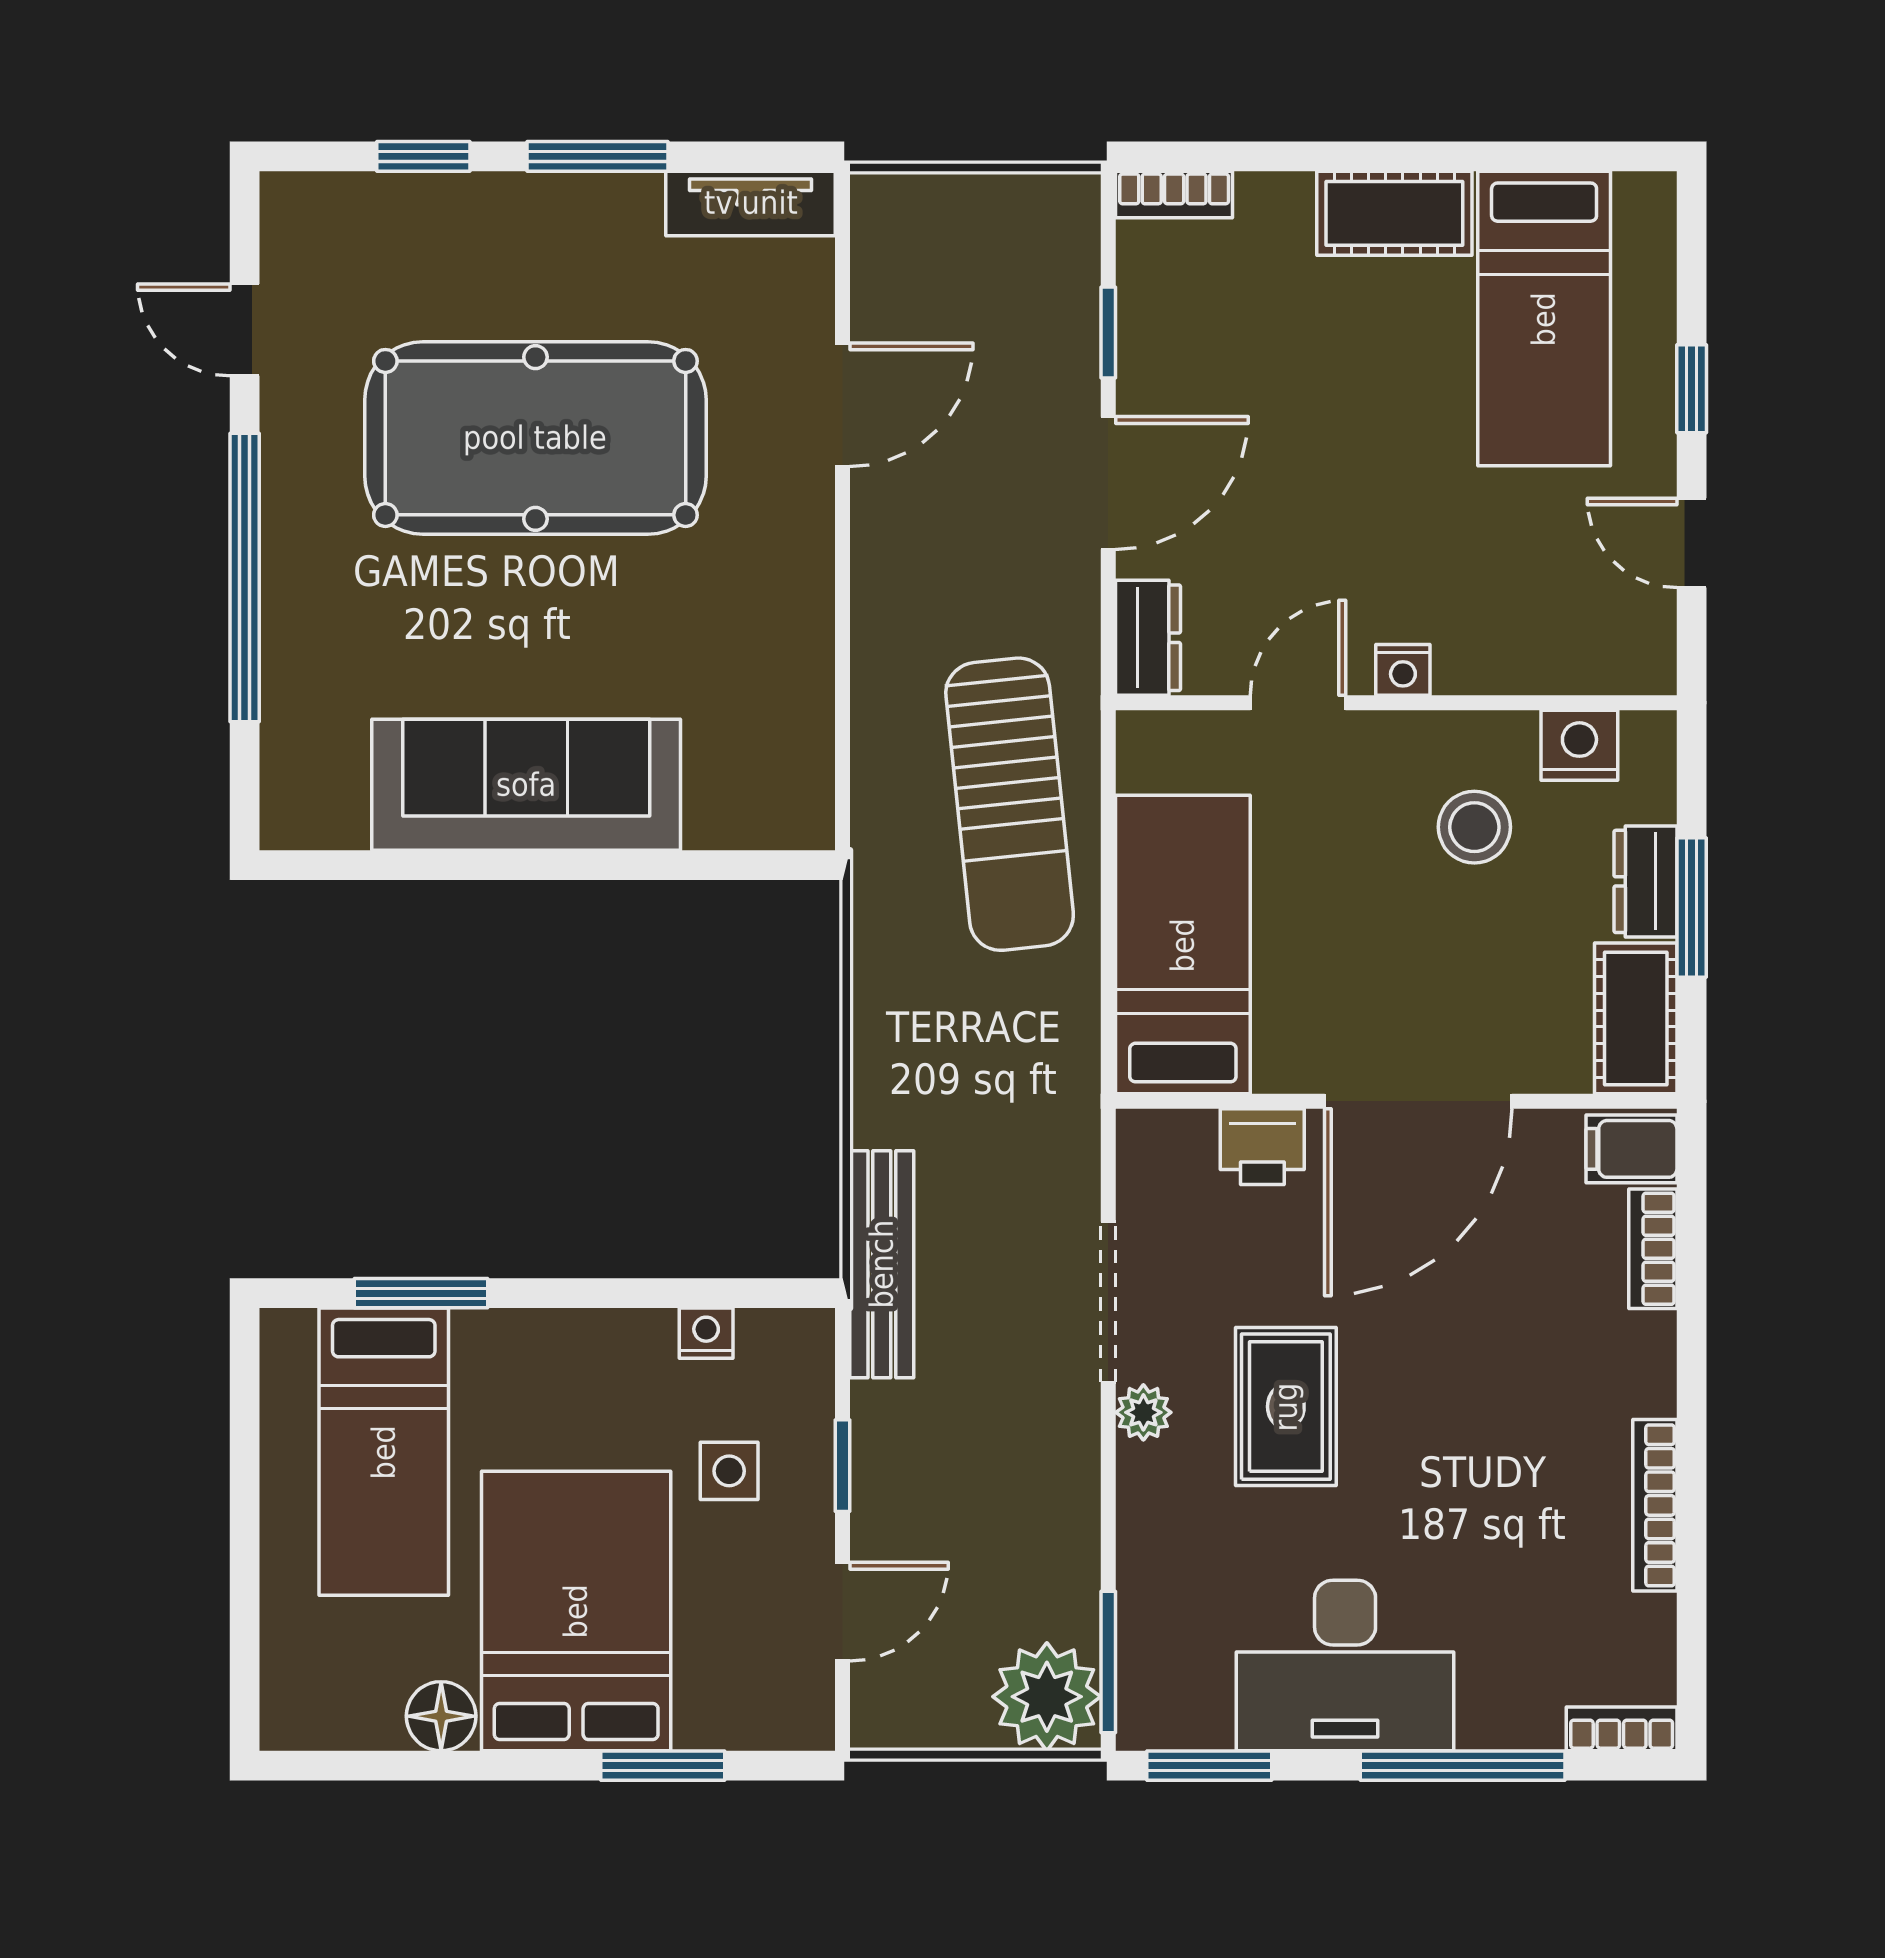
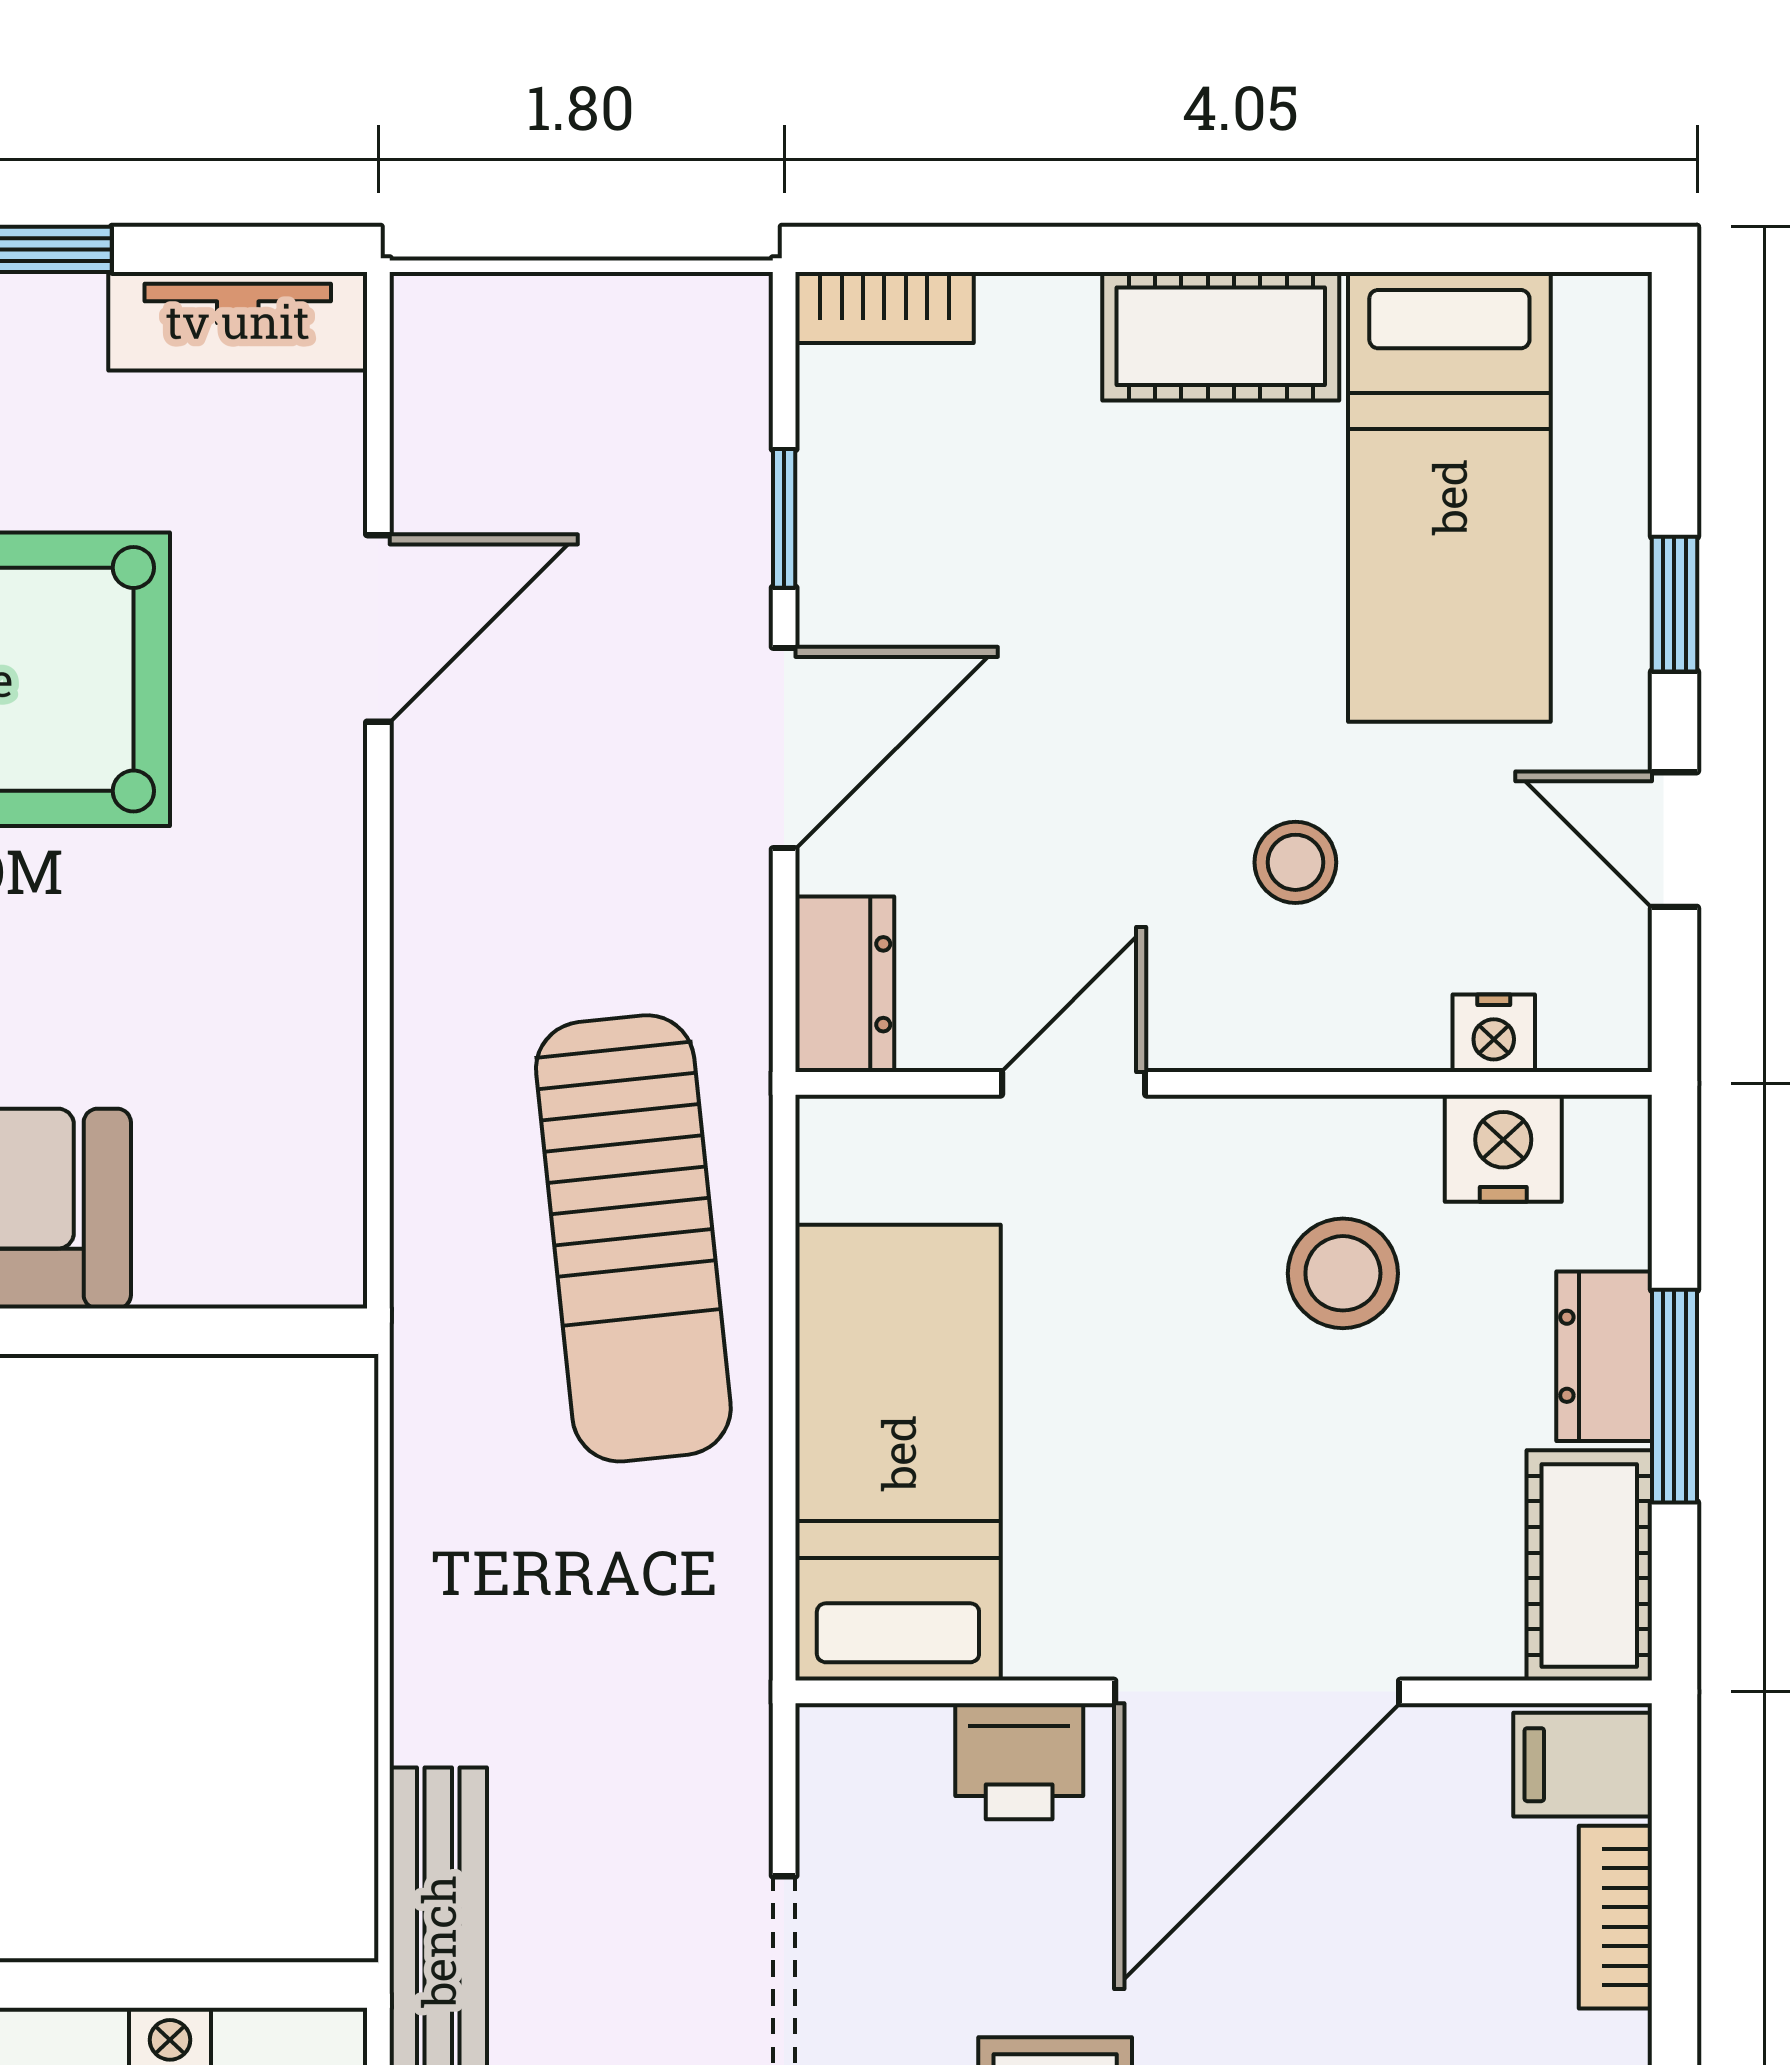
stool: (1443, 558) -> (1295, 862), added
nightstand: (1403, 670) -> (1494, 1033), moved

